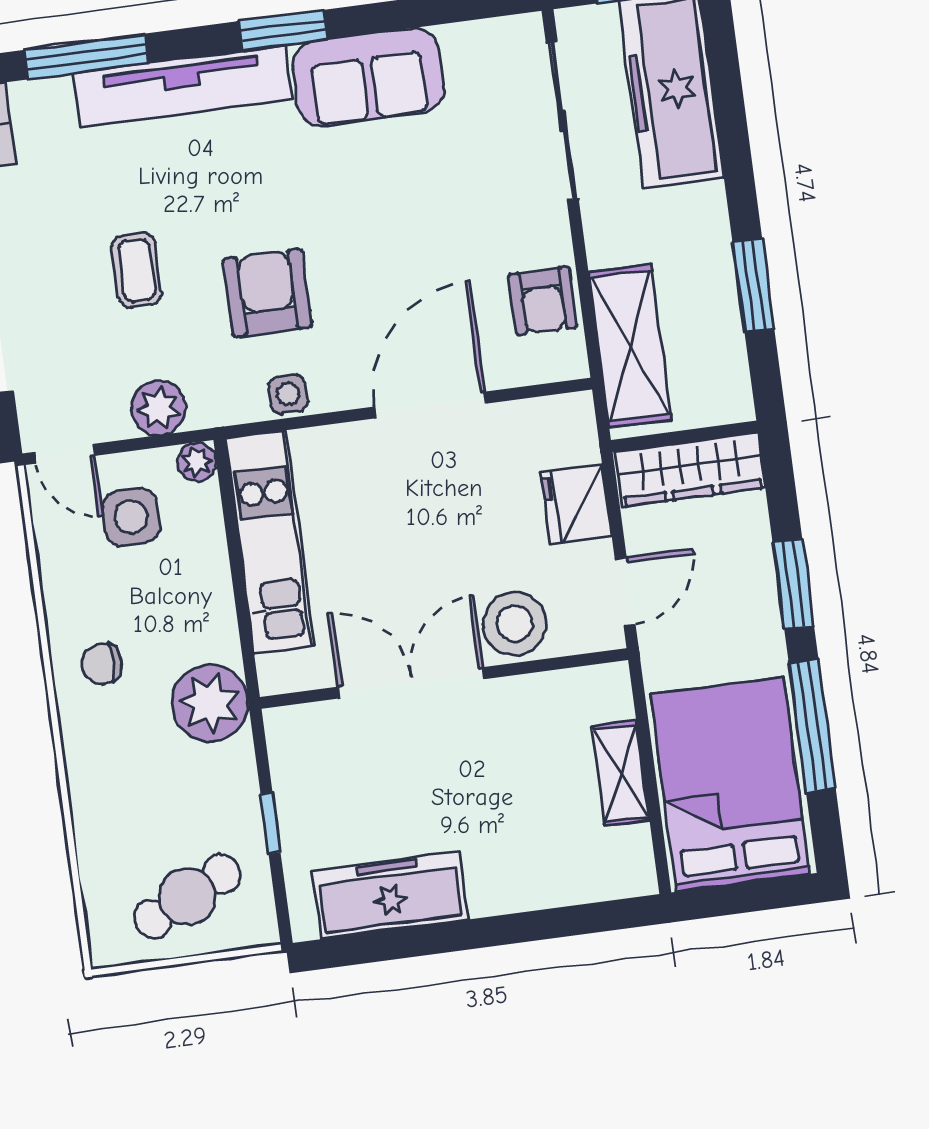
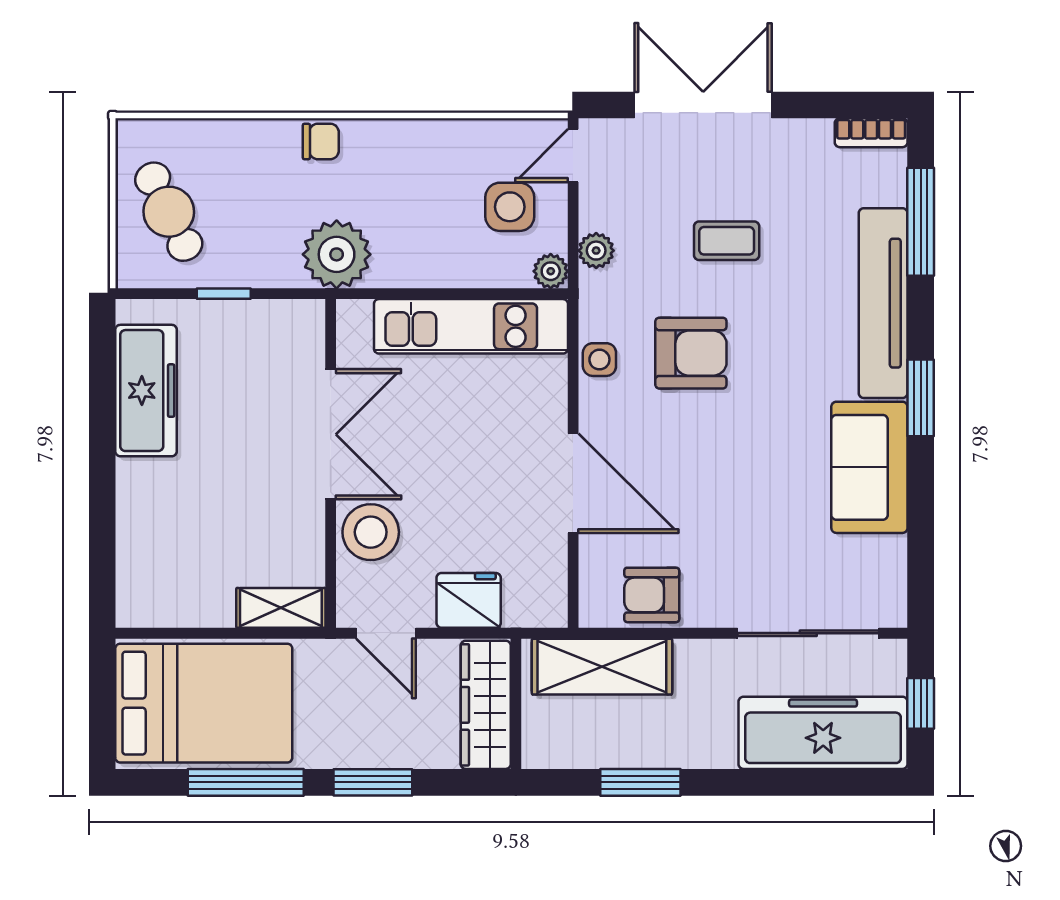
plant: (159, 408) -> (596, 251), width x0.73, depth x0.73
chair: (102, 664) -> (321, 141), moved, turned 90
shelving: (621, 773) -> (281, 608), moved

